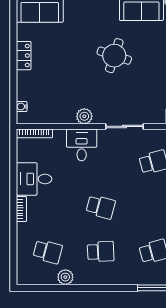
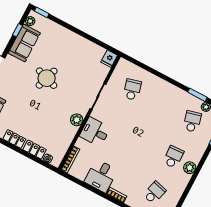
locker: (24, 86) -> (35, 150), added
school desk: (101, 207) -> (143, 141), removed
plant: (65, 277) -> (190, 168), moved

